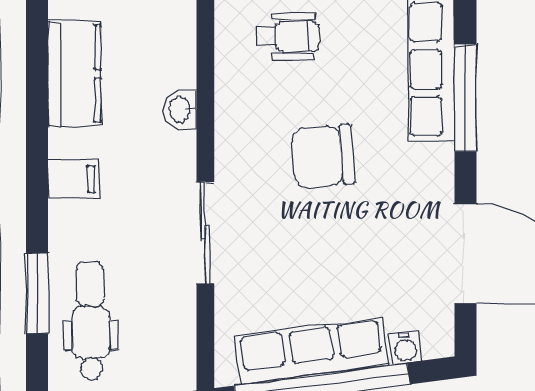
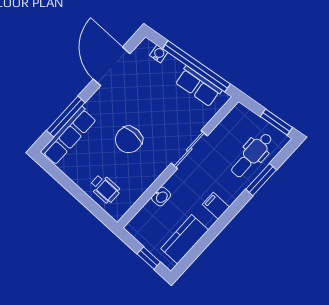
wheelchair: (288, 36) -> (105, 189), turned 180
chair: (323, 156) -> (129, 140), turned 95
row of seats: (312, 351) -> (198, 86), width x0.68

